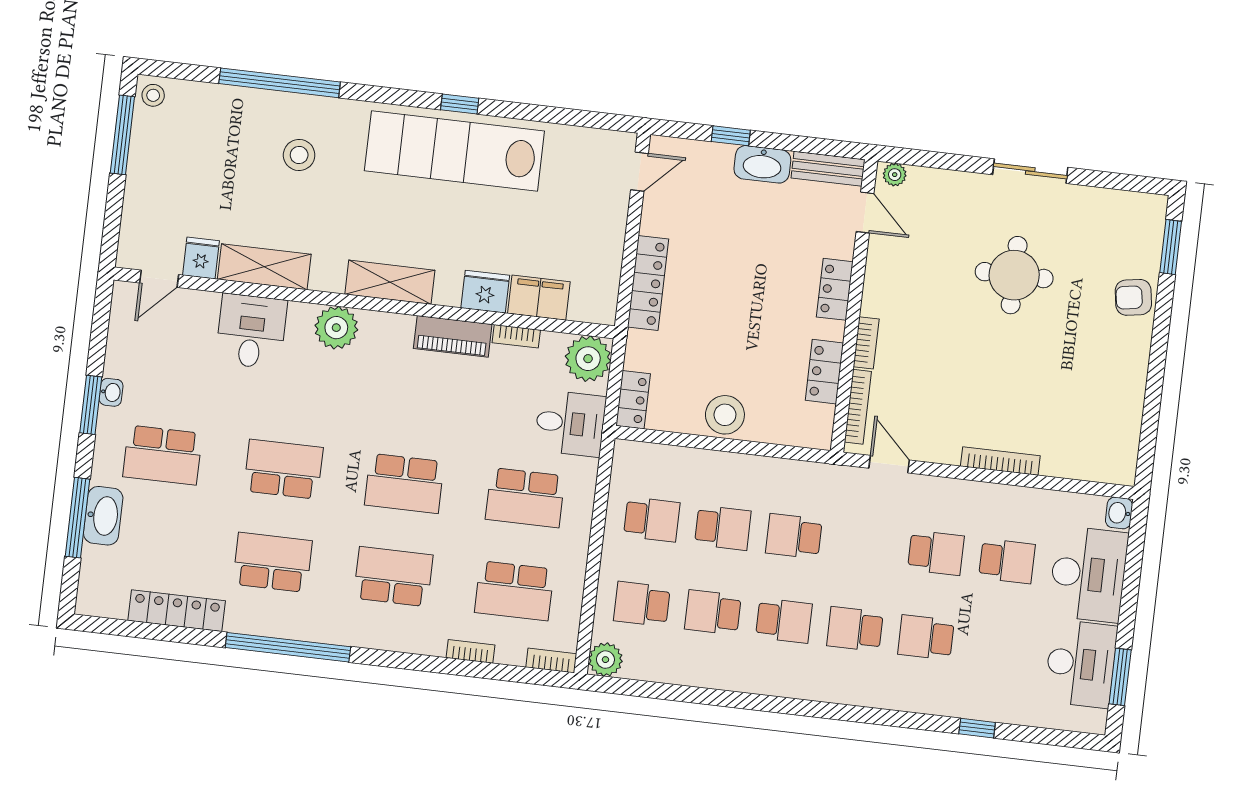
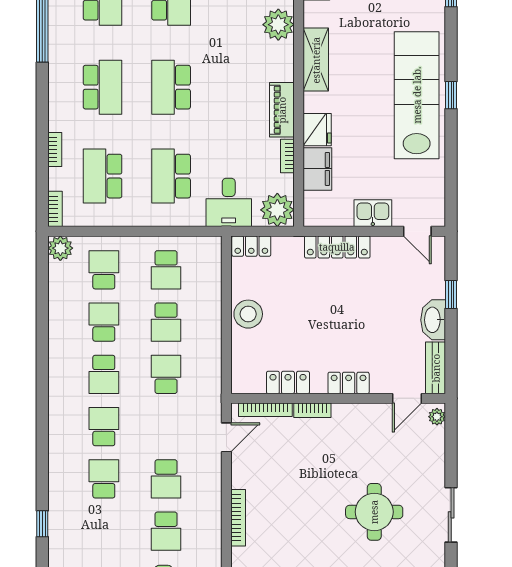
kitchen sink: (608, 229) -> (373, 213), added

